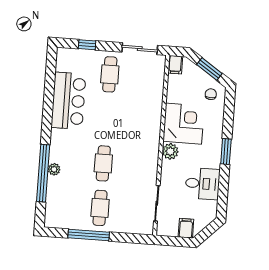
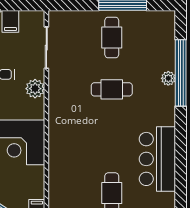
plant: (170, 151) -> (35, 89), moved
cafe table: (103, 163) -> (112, 89), turned 90

